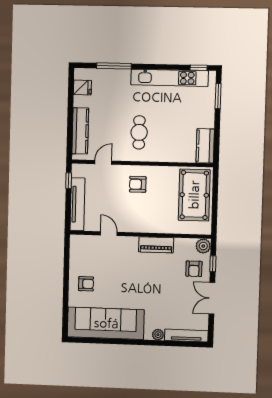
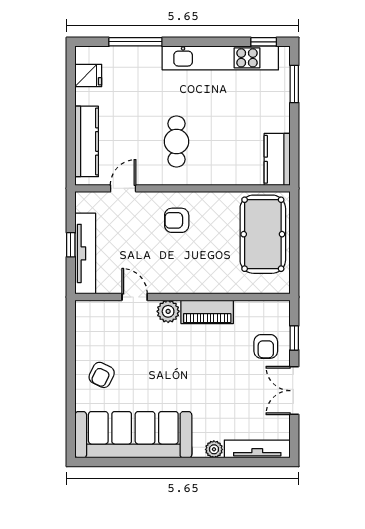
window: (69, 181) -> (71, 245), moved
plant: (203, 246) -> (168, 311), moved
armchair: (86, 284) -> (102, 375), turned 116

